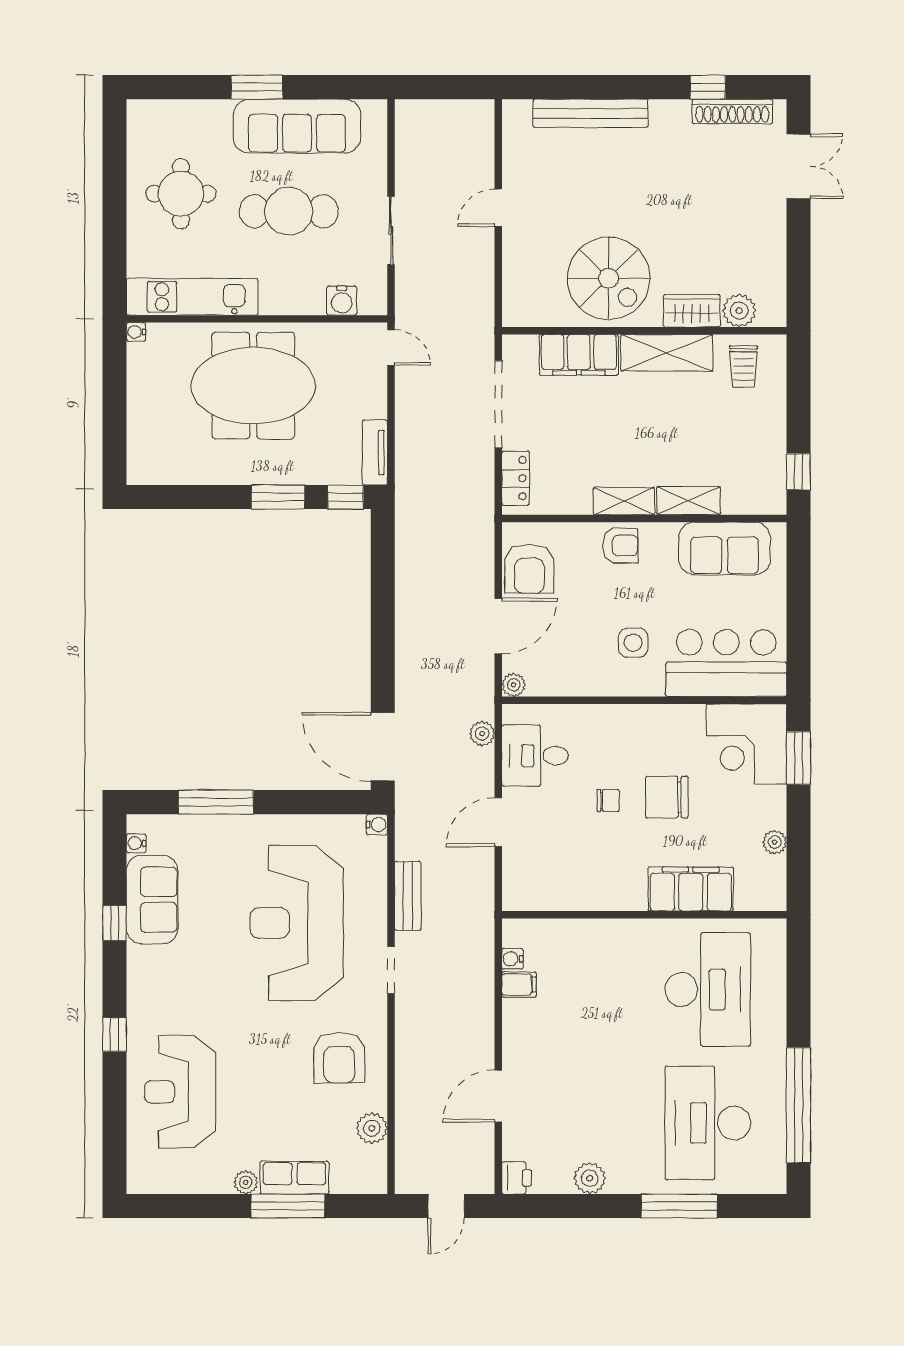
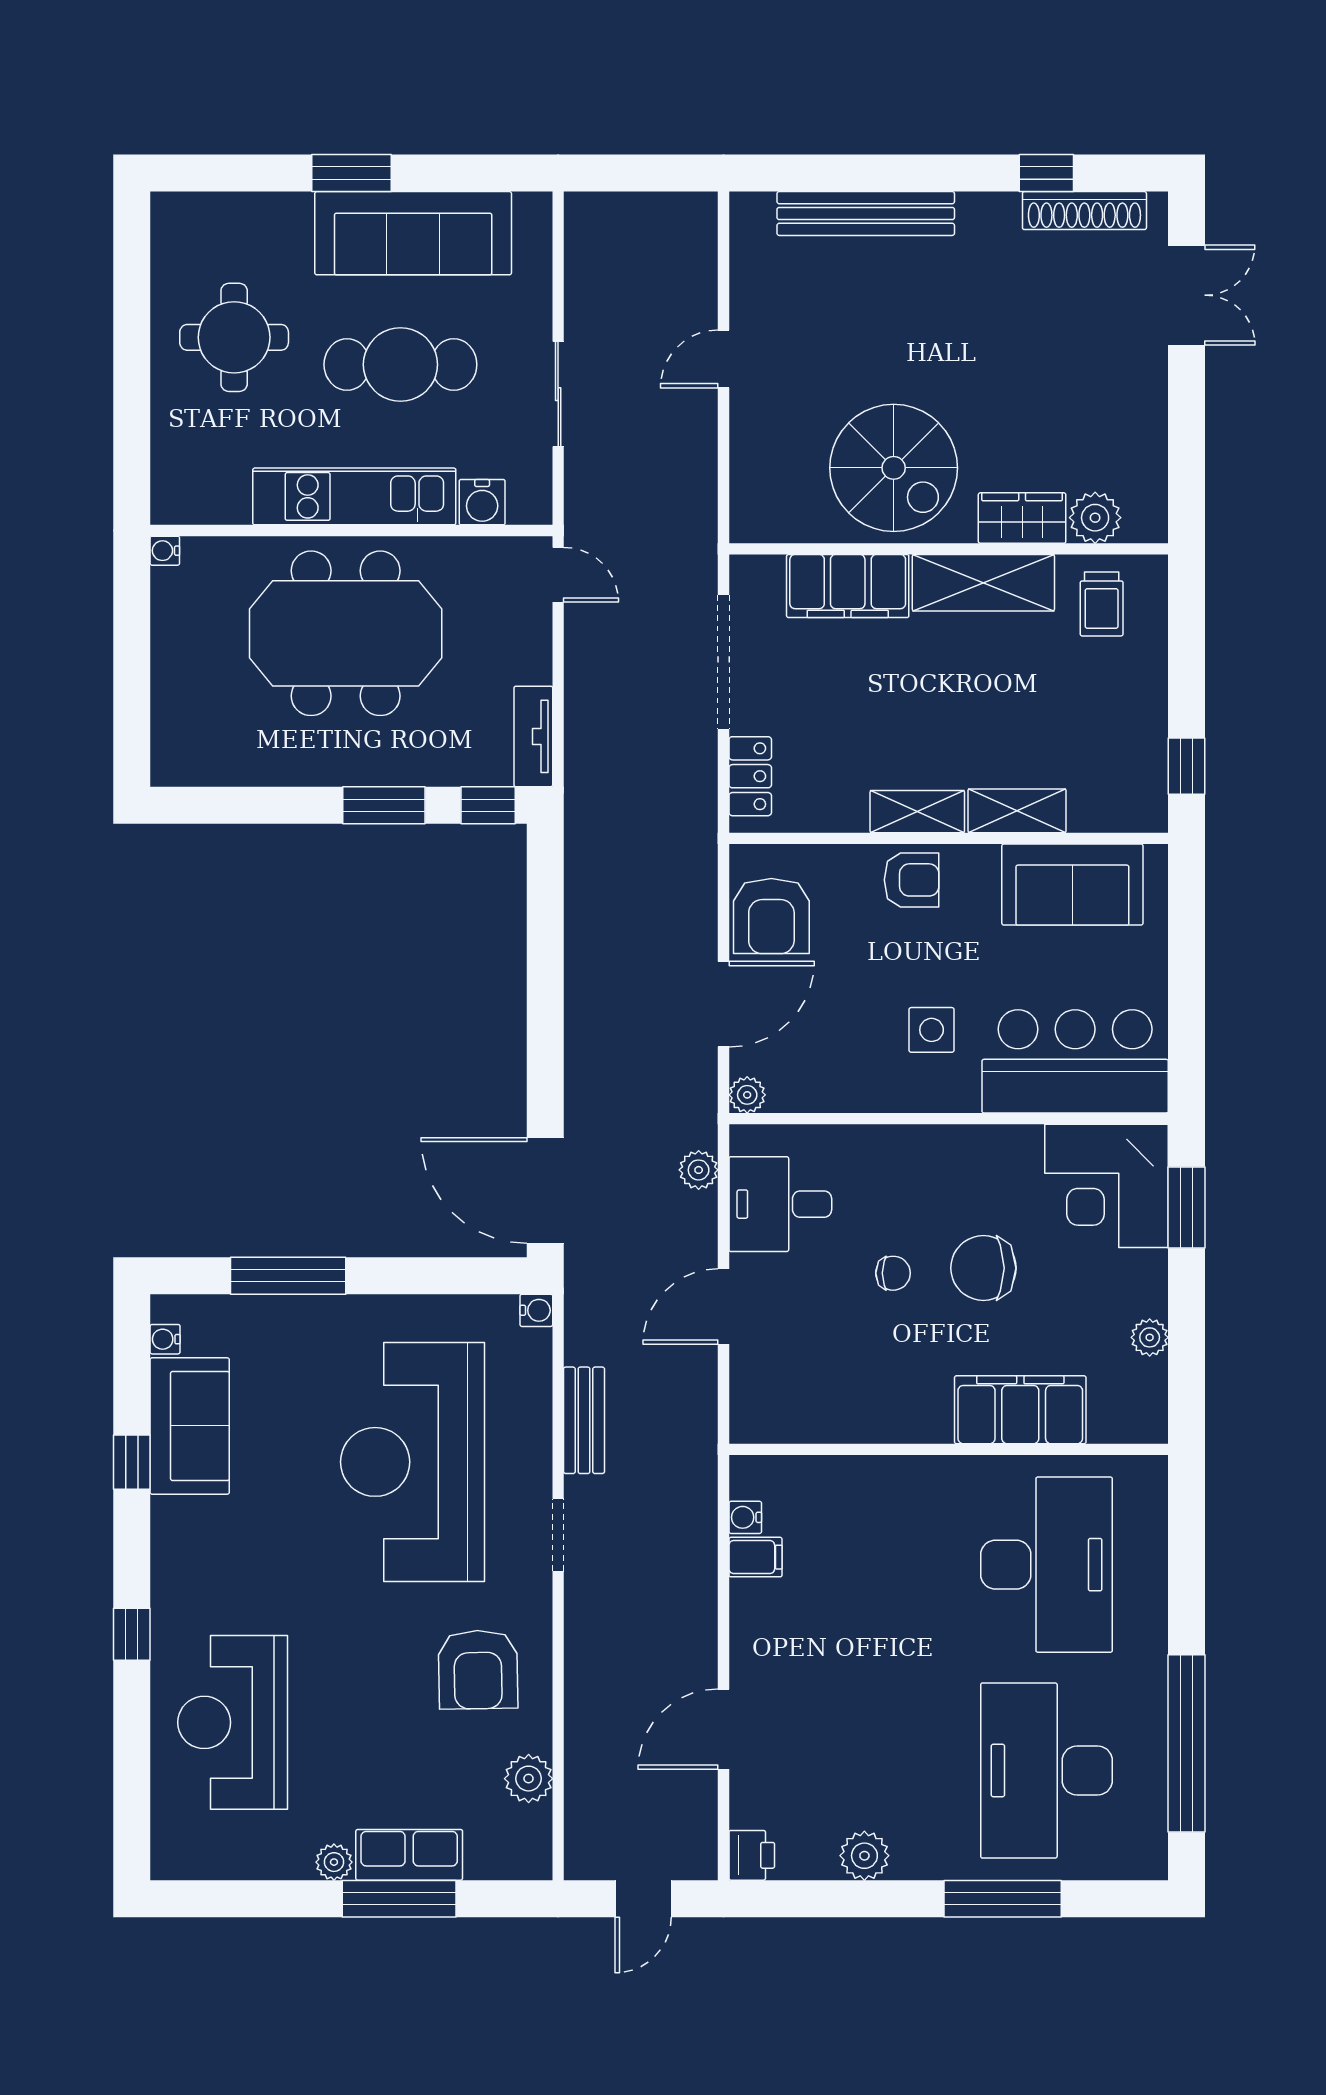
kitchen unit: (192, 297) -> (354, 496), moved

